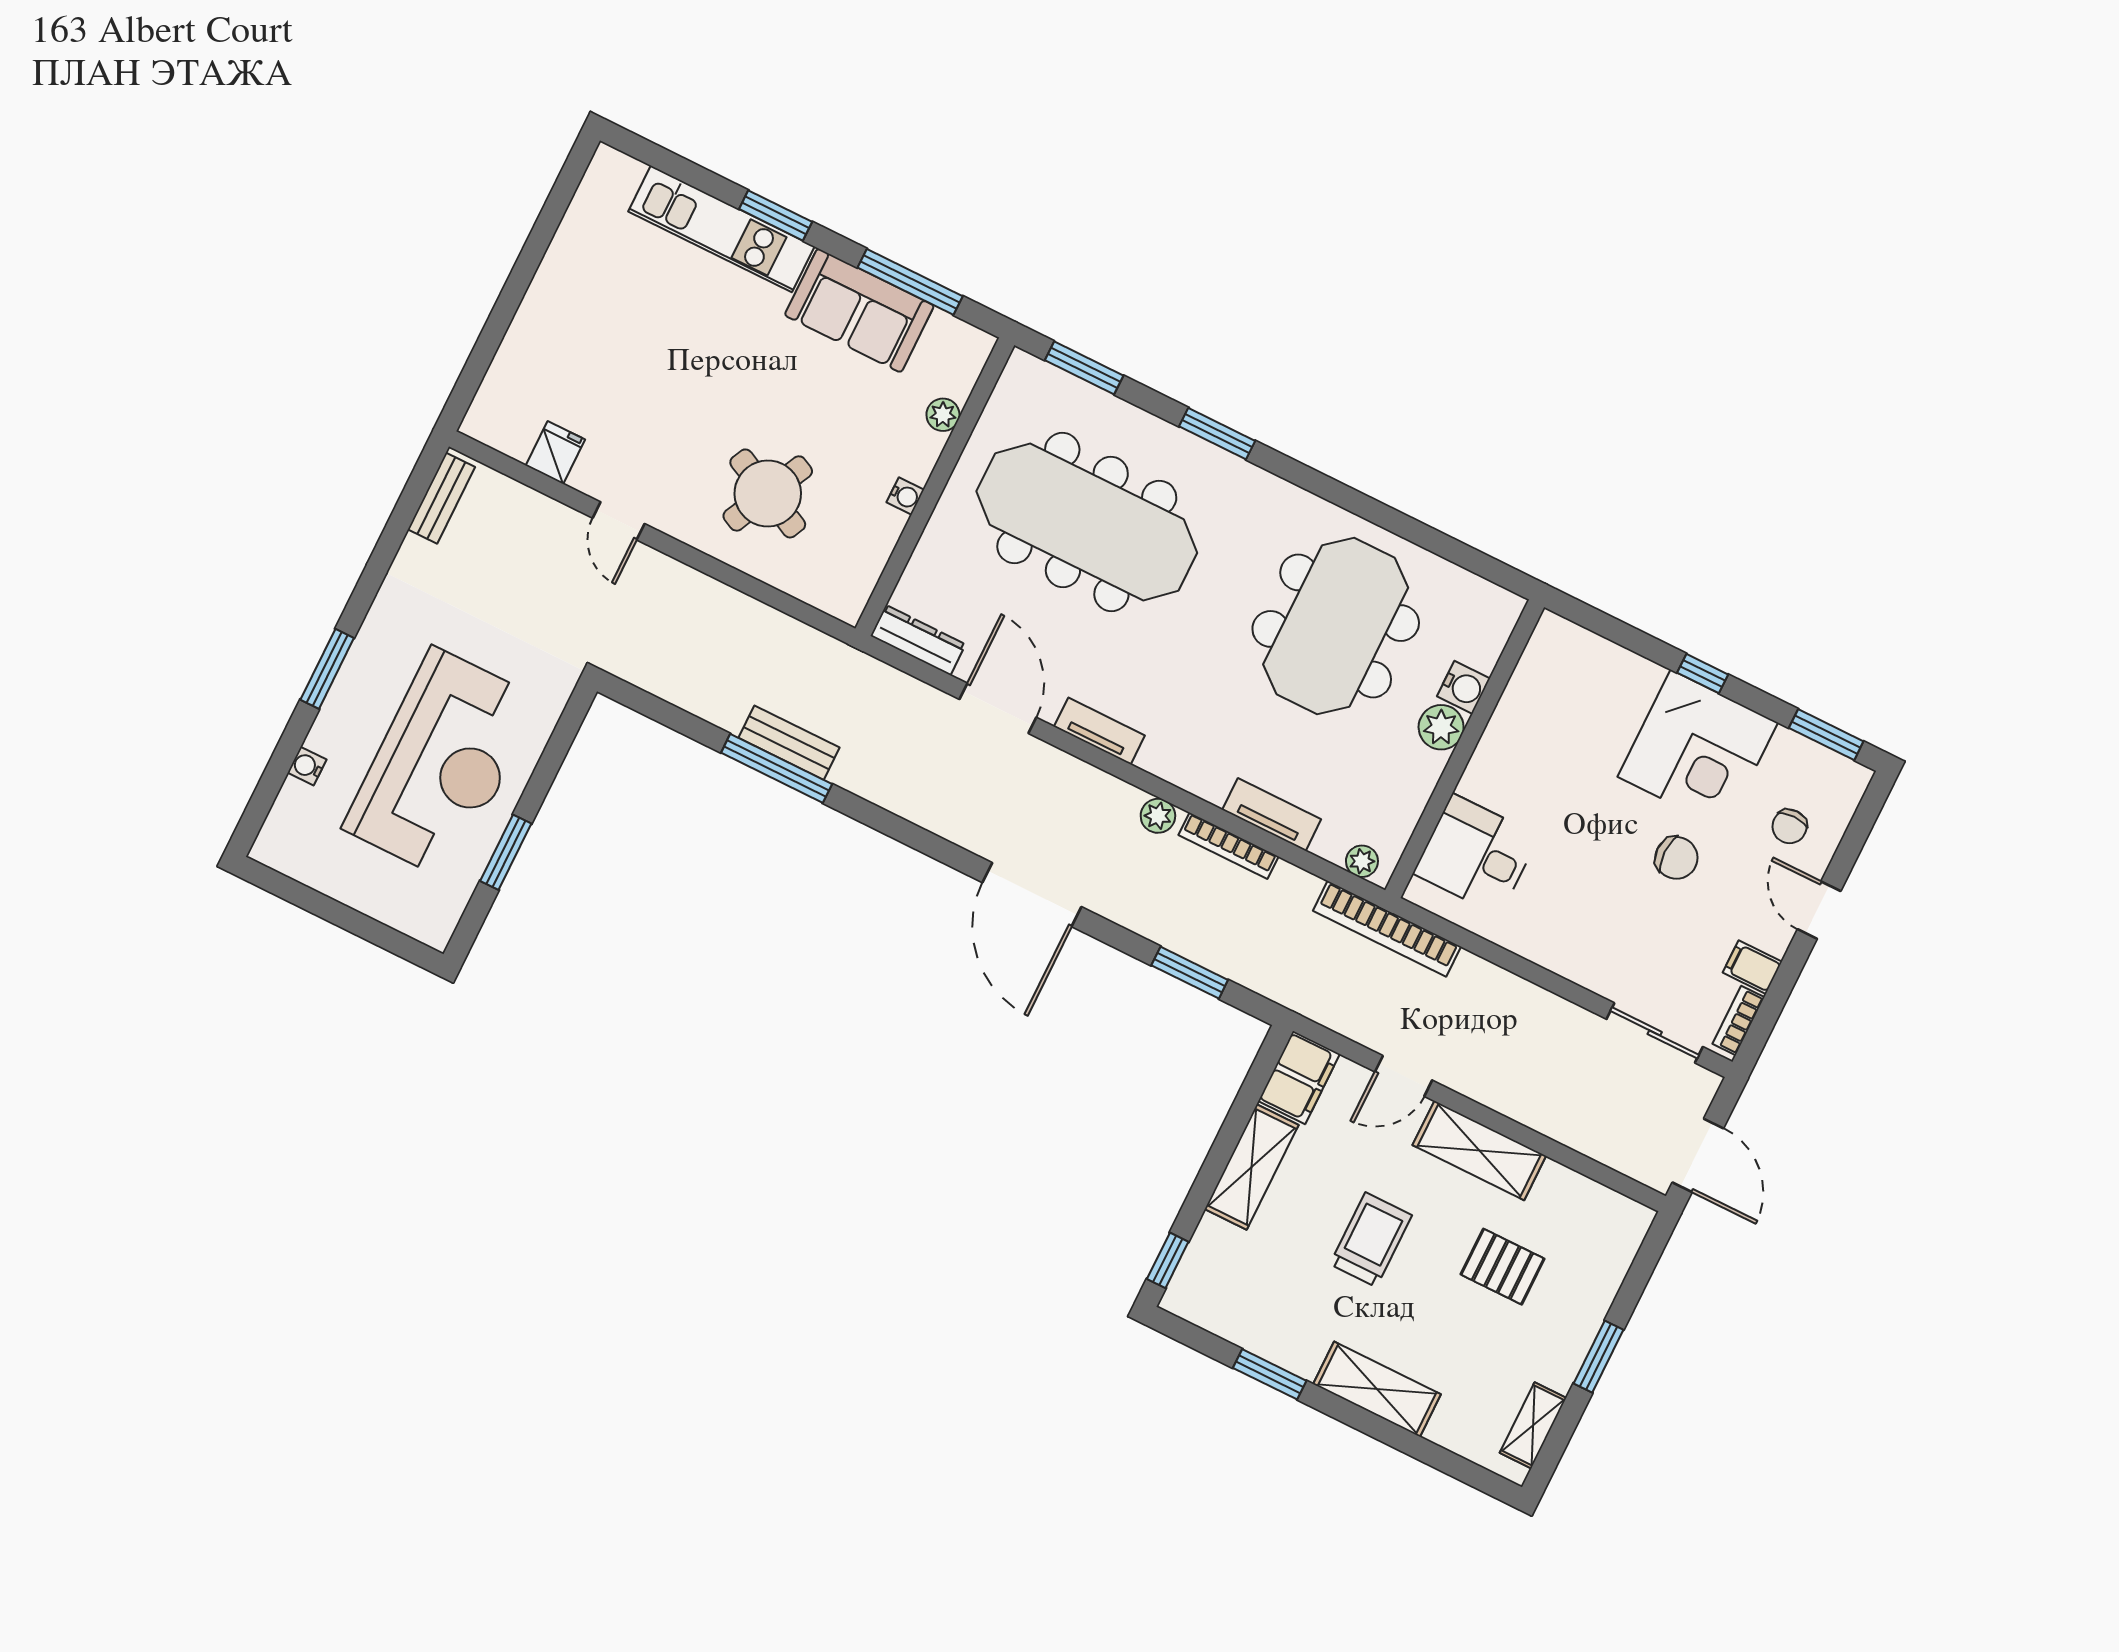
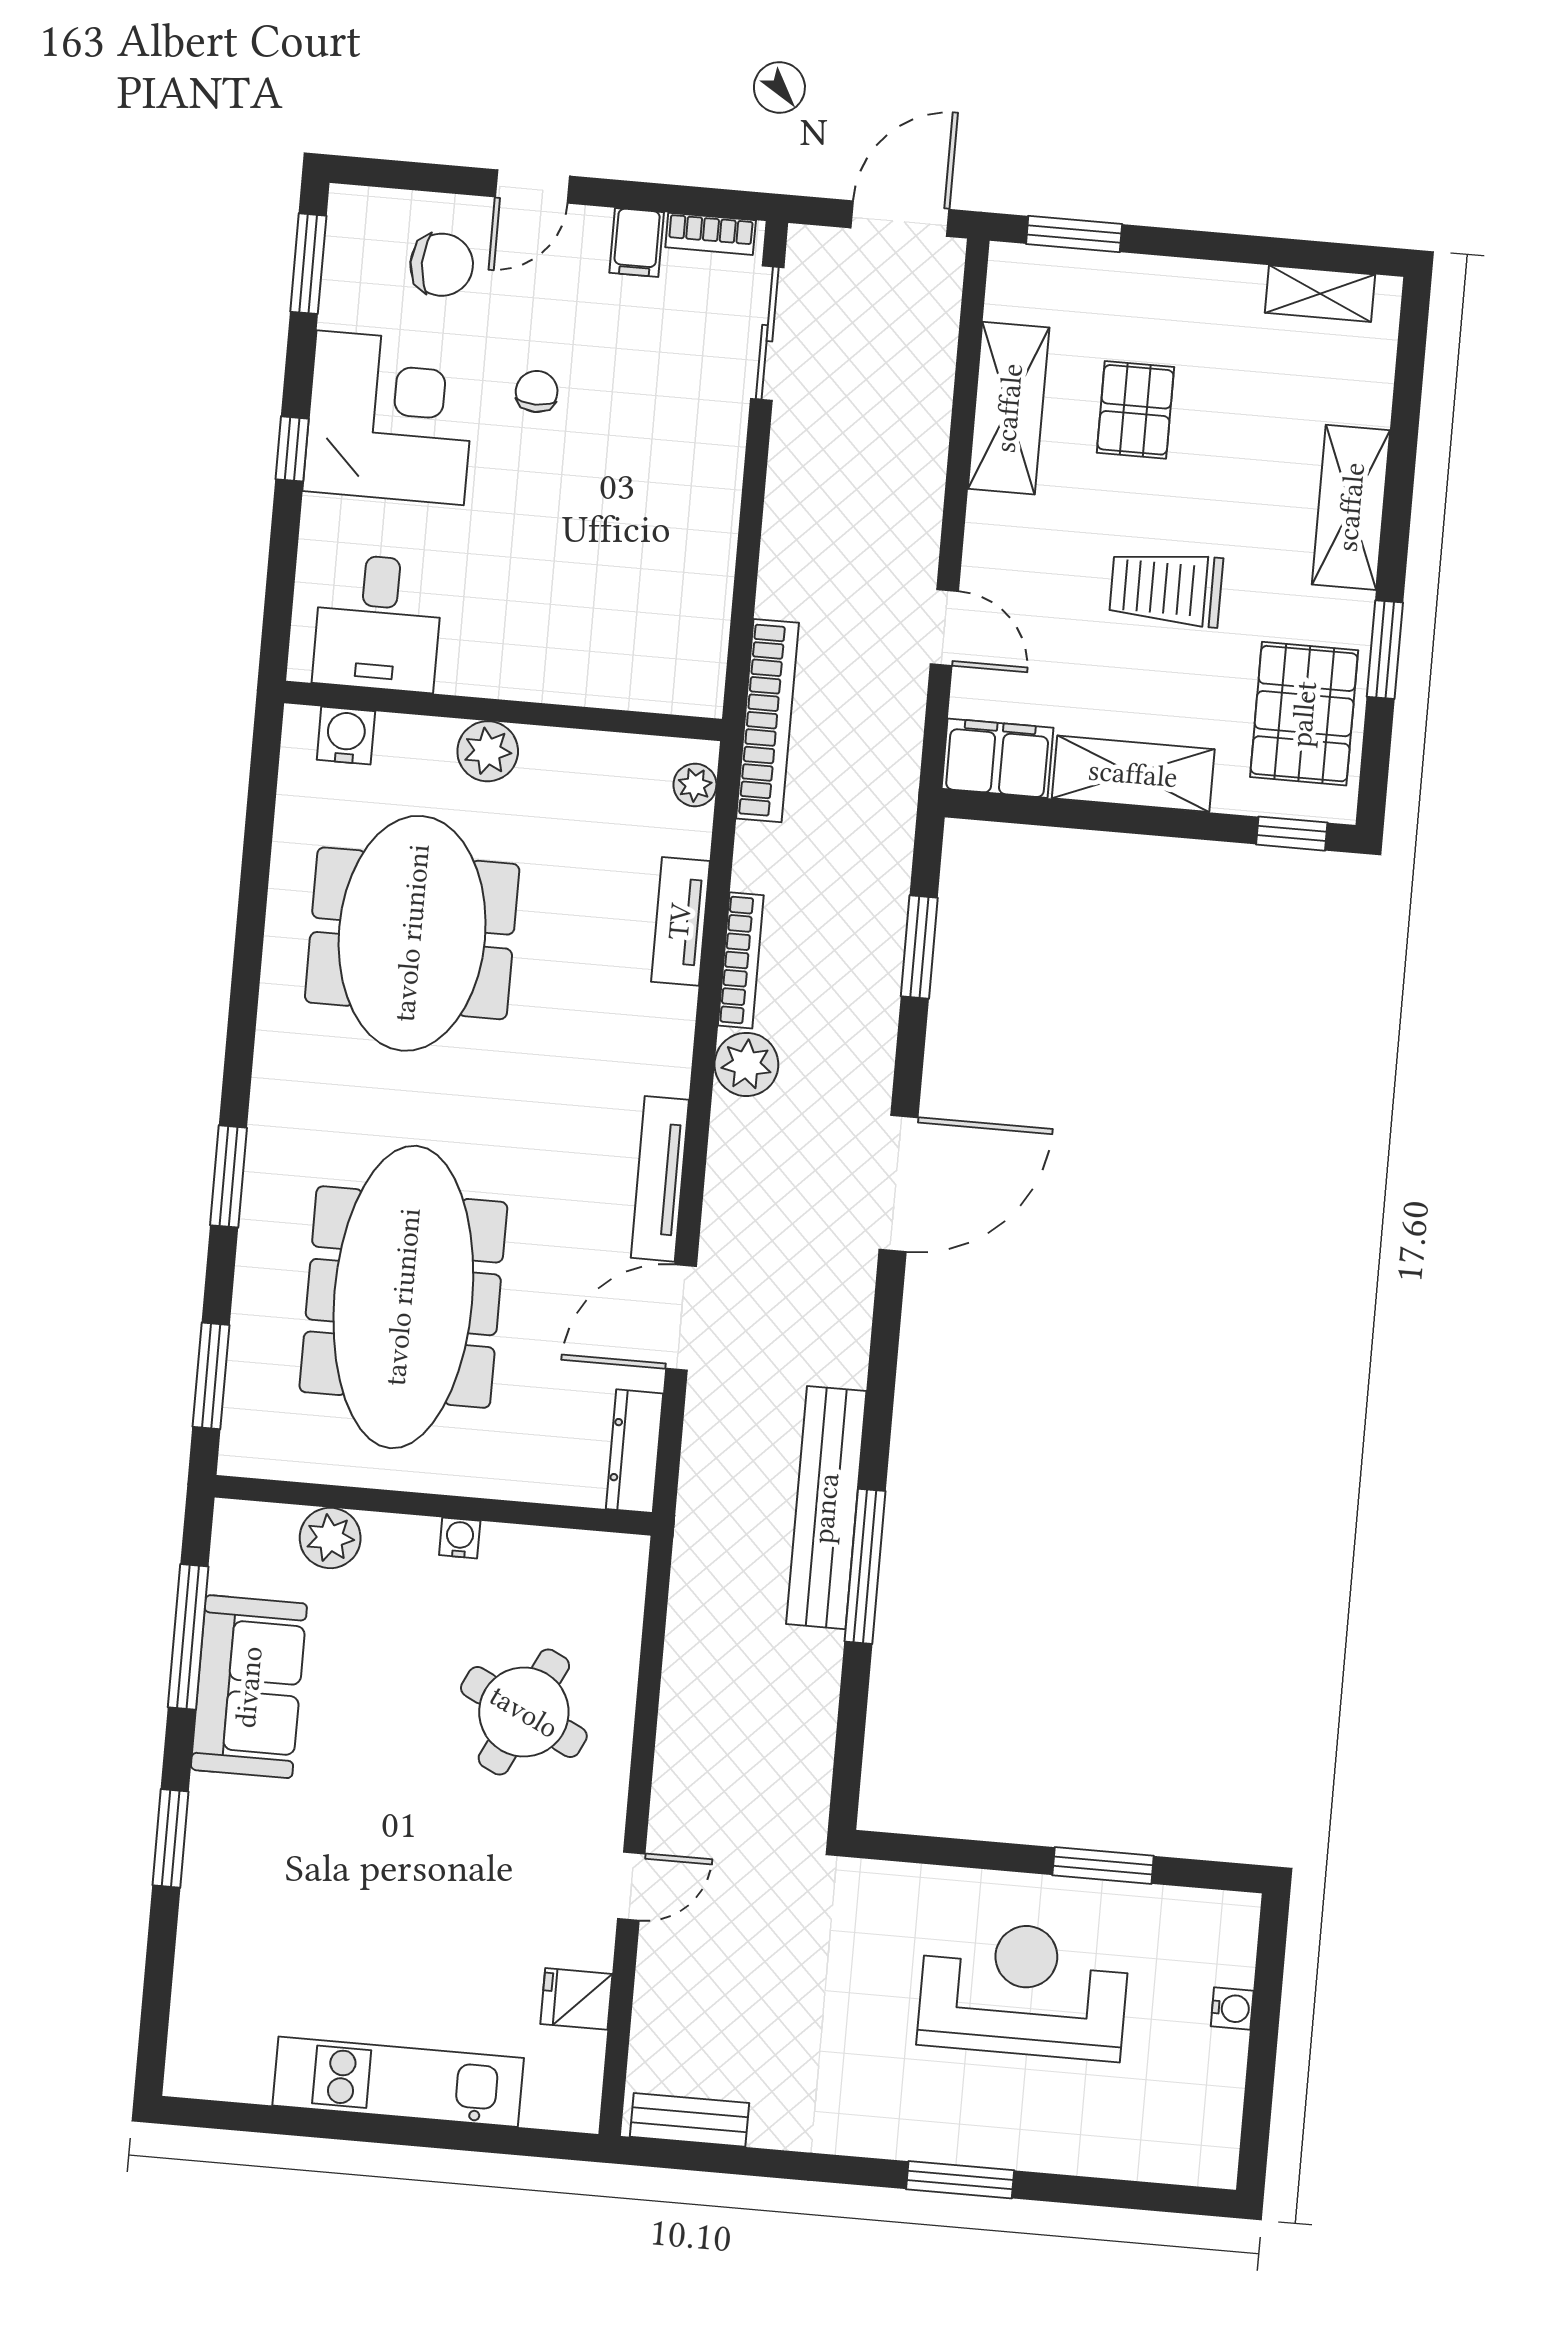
kitchen unit: (721, 229) -> (398, 2082), moved, turned -90
plant: (943, 415) -> (330, 1538), width x1.38, depth x1.38
meeting table: (1336, 626) -> (412, 933), turned 90
water cooler: (1464, 687) -> (346, 736), moved
tv unit: (1099, 731) -> (660, 1179), width x1.41
bench: (789, 743) -> (826, 1508), width x1.86, depth x1.21
reception desk: (441, 764) -> (1023, 1990), width x0.74, depth x0.77
water cooler: (307, 766) -> (1232, 2008), moved, turned -90
plant: (1158, 816) -> (746, 1064), width x1.38, depth x1.38
chair: (1790, 826) -> (442, 265), width x1.37, depth x1.37
desk: (1476, 855) -> (378, 623), moved
chair: (1676, 858) -> (537, 392), width x0.73, depth x0.73
shelving: (1479, 1150) -> (1009, 408), moved
pallet: (1247, 1301) -> (1304, 714), added
window: (1598, 1357) -> (1074, 234), moved

